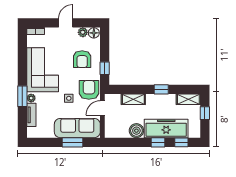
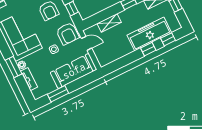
armchair: (89, 90) -> (67, 34), turned 180
door: (102, 108) -> (86, 43), swing flipped
boiler: (136, 131) -> (125, 48), removed
window: (72, 142) -> (58, 94), moved

